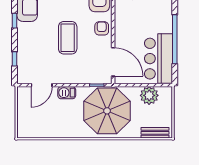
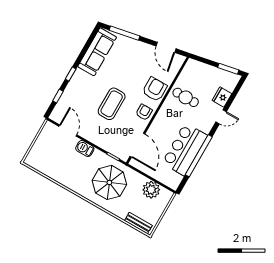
window: (15, 21) -> (71, 74), moved
bar counter: (158, 59) -> (185, 149), moved
door: (42, 85) -> (68, 130), swing flipped
parasol: (107, 111) -> (109, 182), width x0.73, depth x0.73

